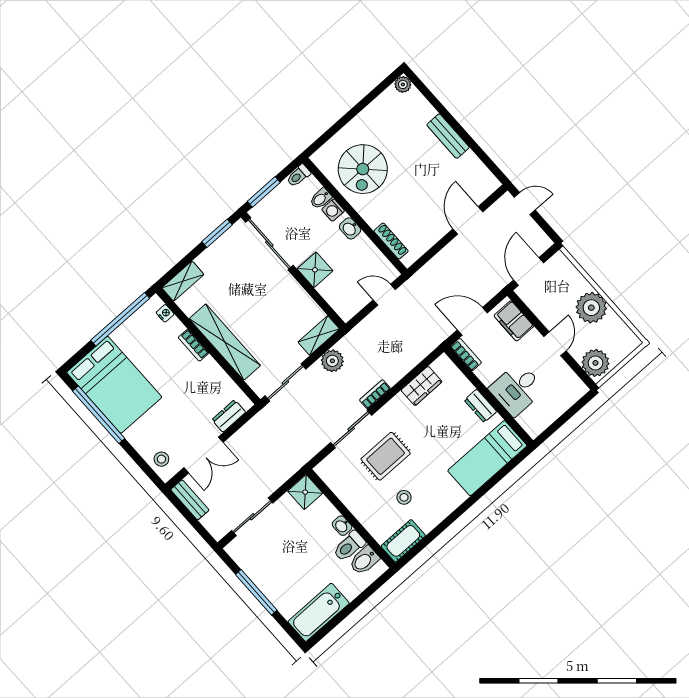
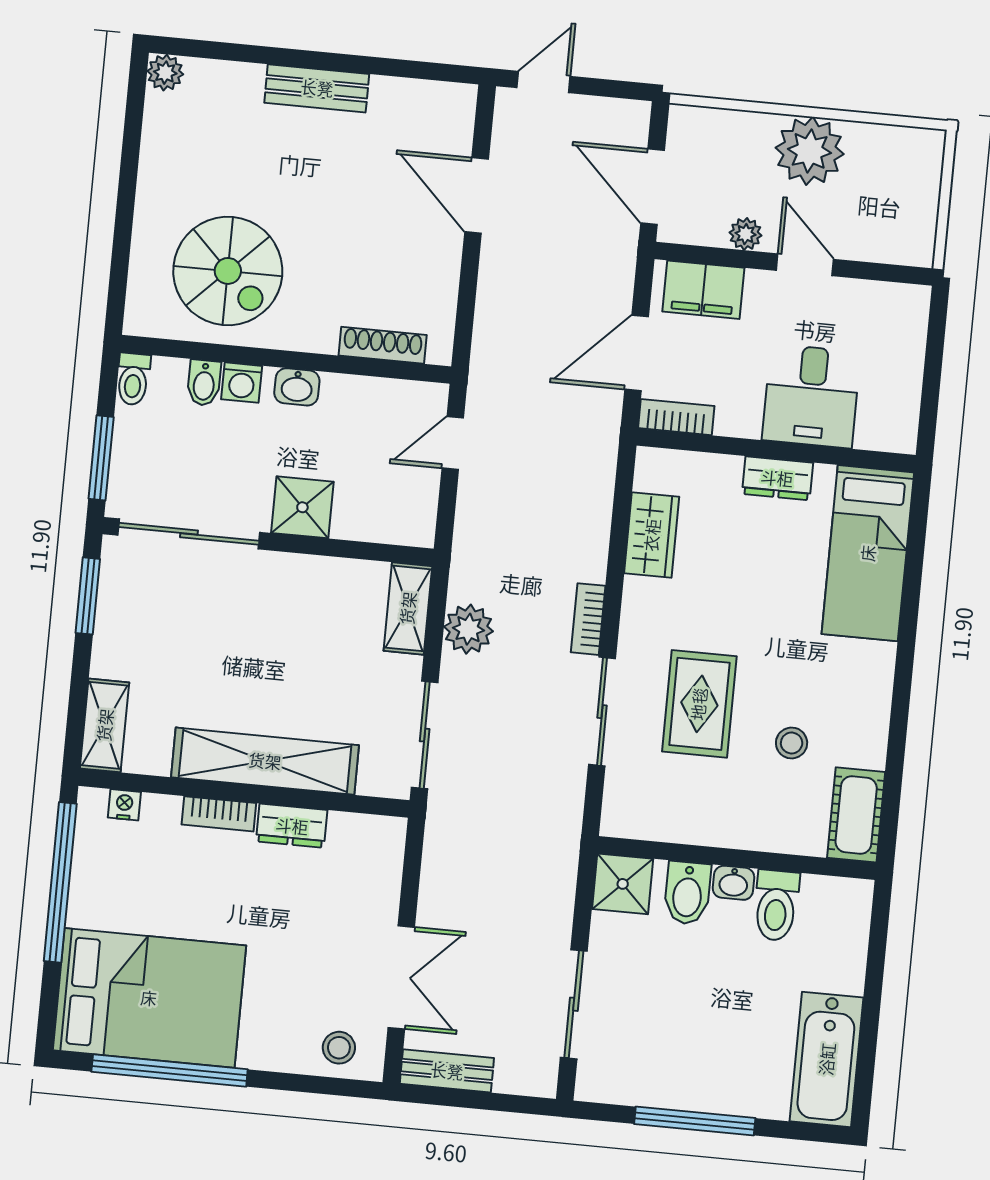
plant: (595, 363) -> (745, 234), moved, width x0.53, depth x0.53
dresser: (229, 416) -> (292, 826), moved, turned -90
bidet: (364, 560) -> (687, 893), moved

